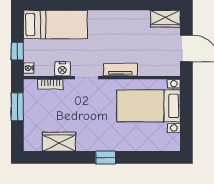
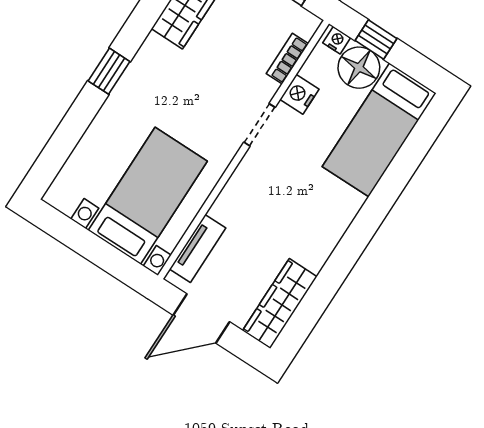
wardrobe: (165, 19) -> (280, 304), width x1.50
floor lamp: (34, 51) -> (359, 68), added
tv unit: (120, 70) -> (198, 248), moved

